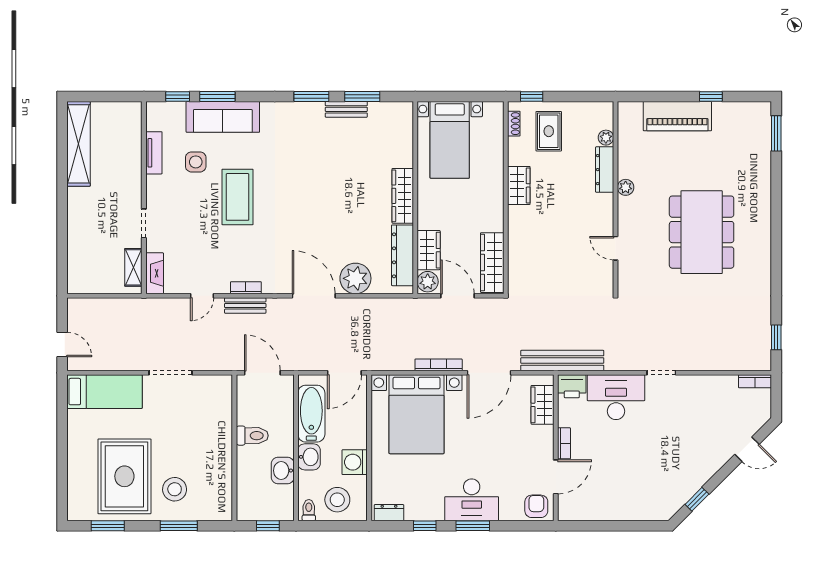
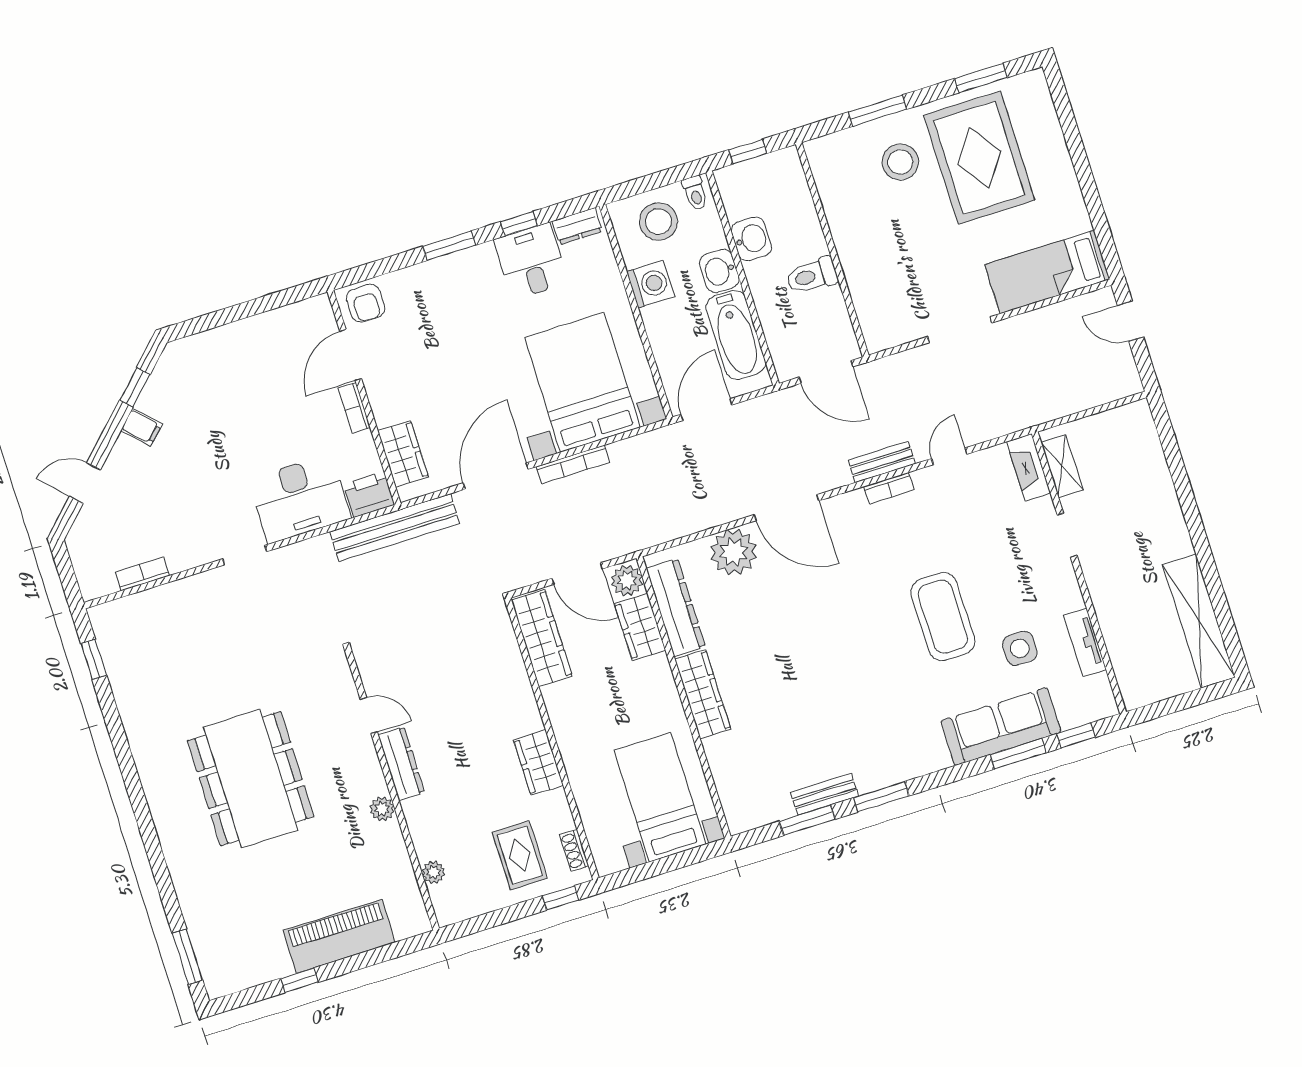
dresser: (605, 170) -> (401, 764), moved
bookcase: (755, 381) -> (142, 574), moved
filing cabinet: (701, 473) -> (142, 427), added
desk: (472, 500) -> (531, 261), moved, width x0.73

